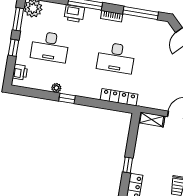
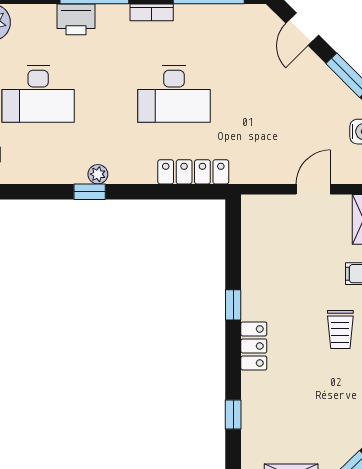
plant: (56, 88) -> (98, 174), moved
shelving: (152, 119) -> (266, 206), removed

